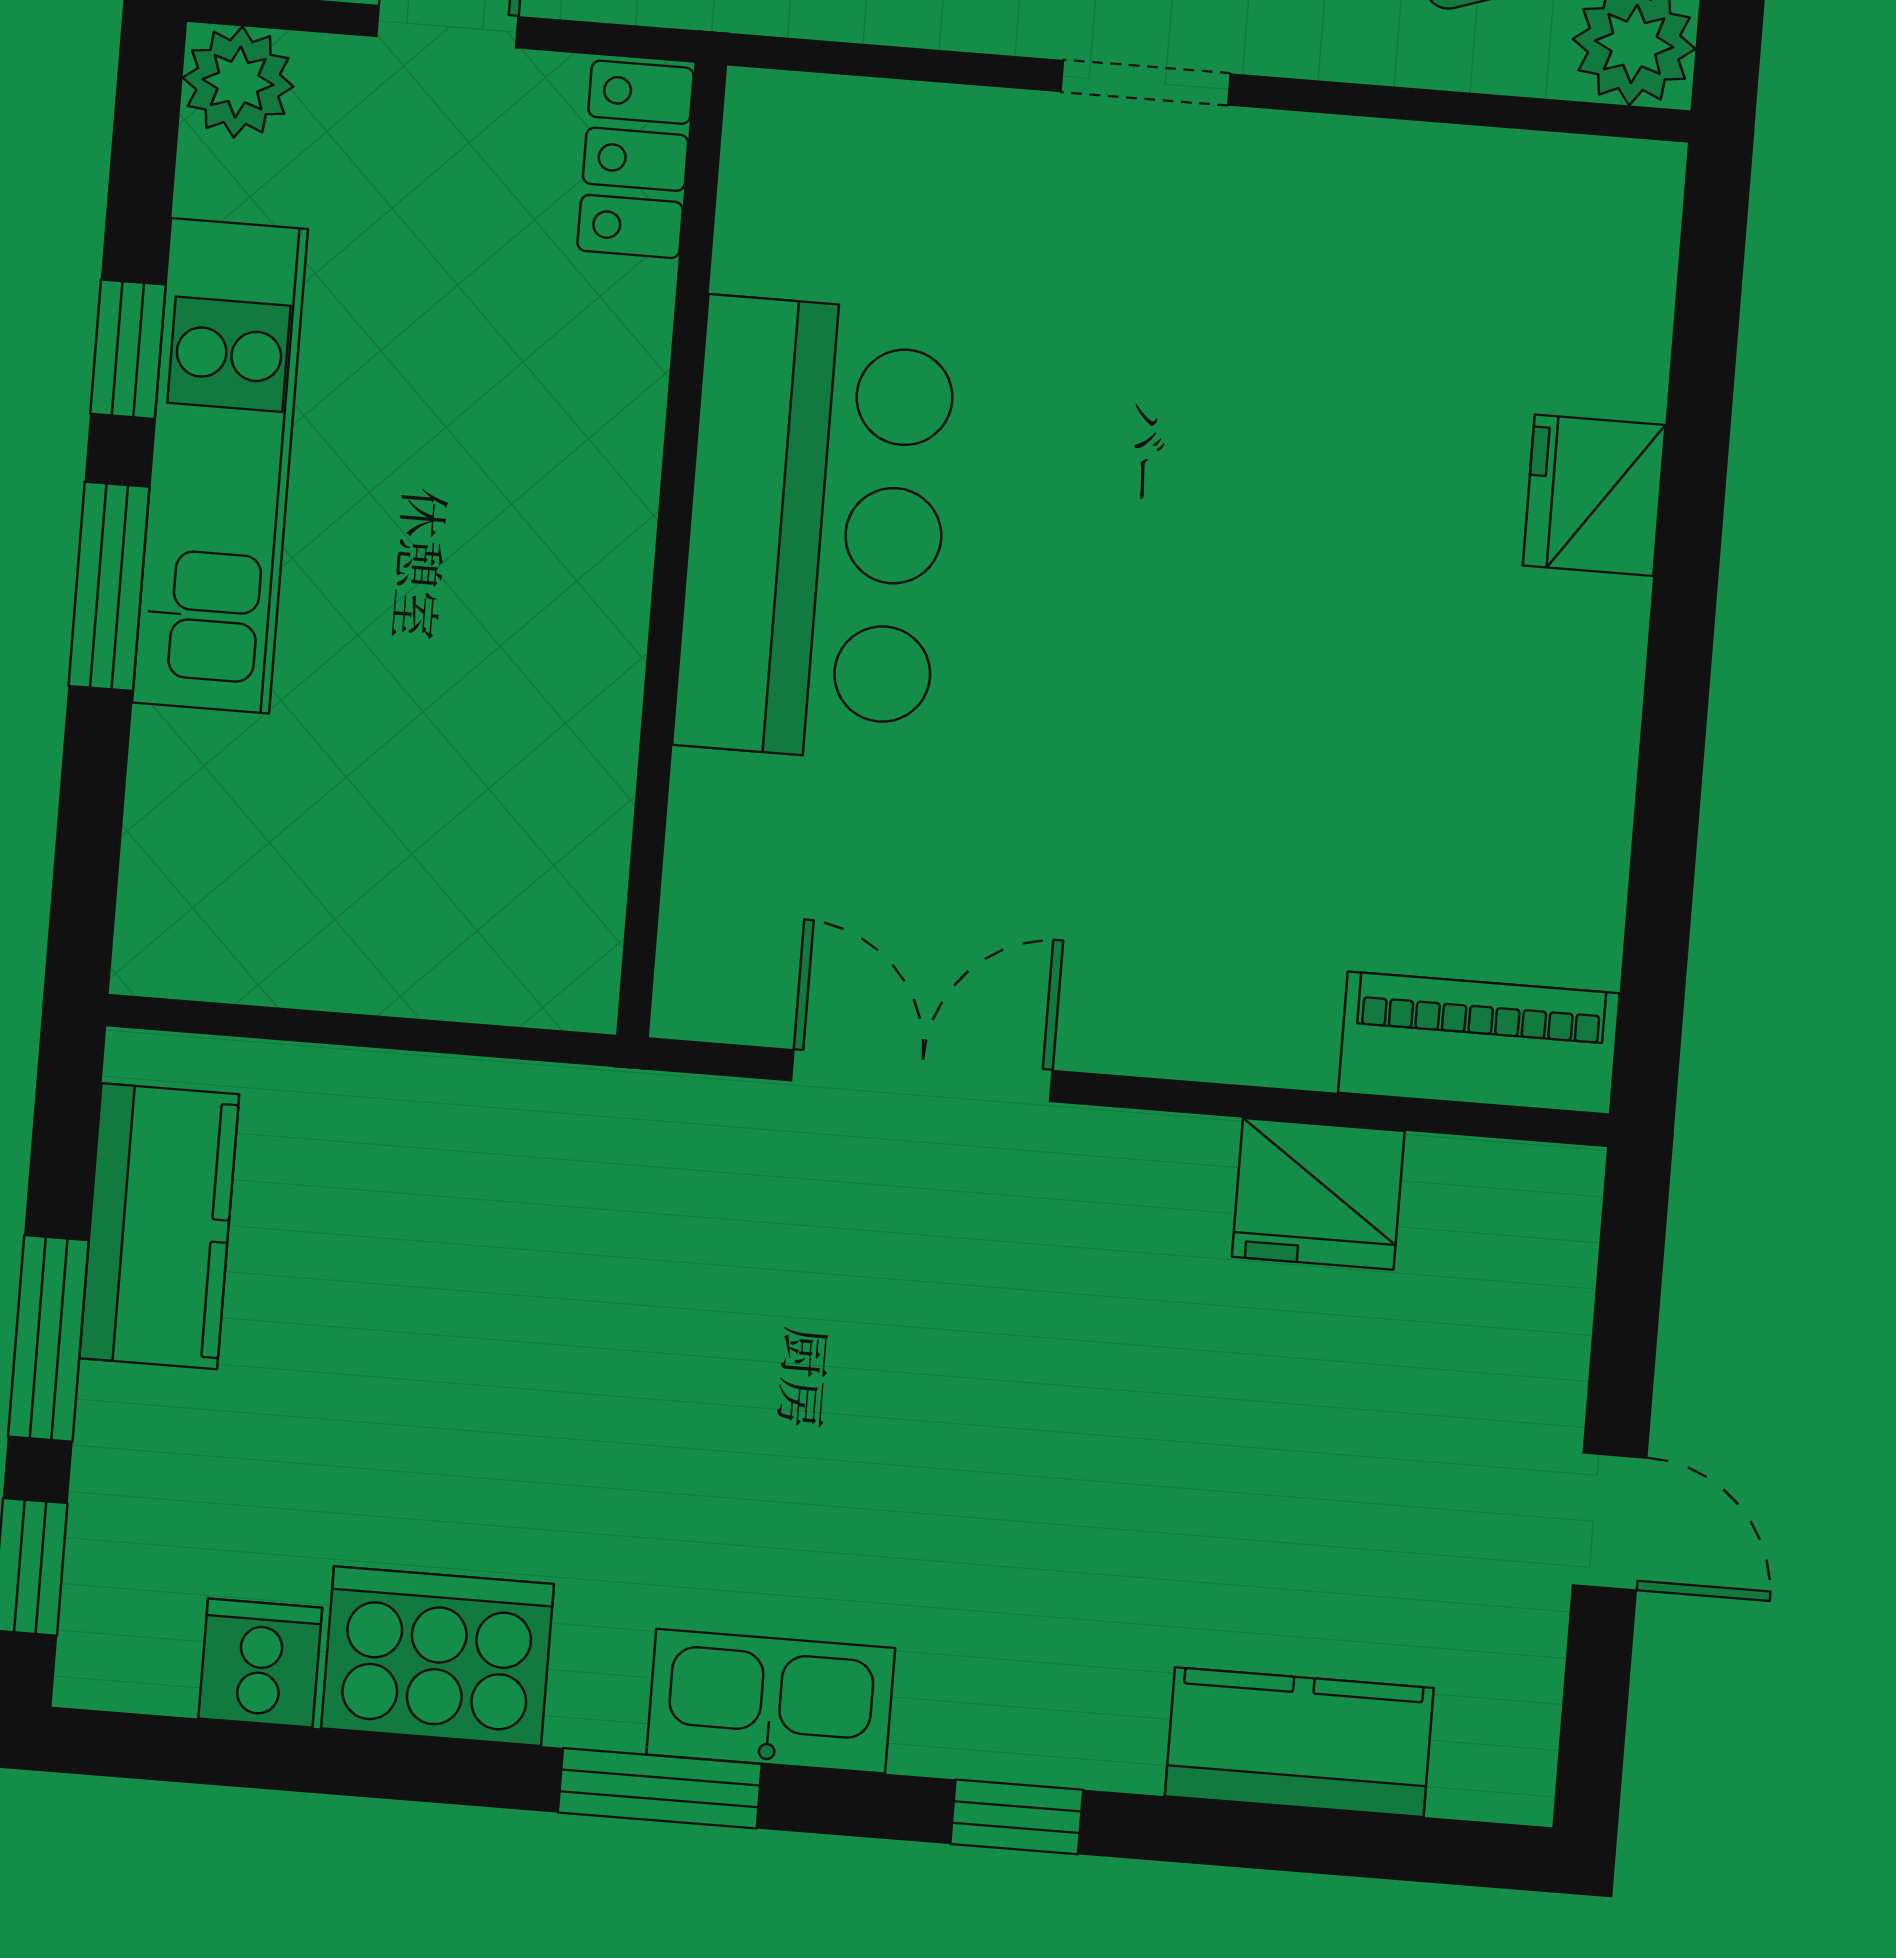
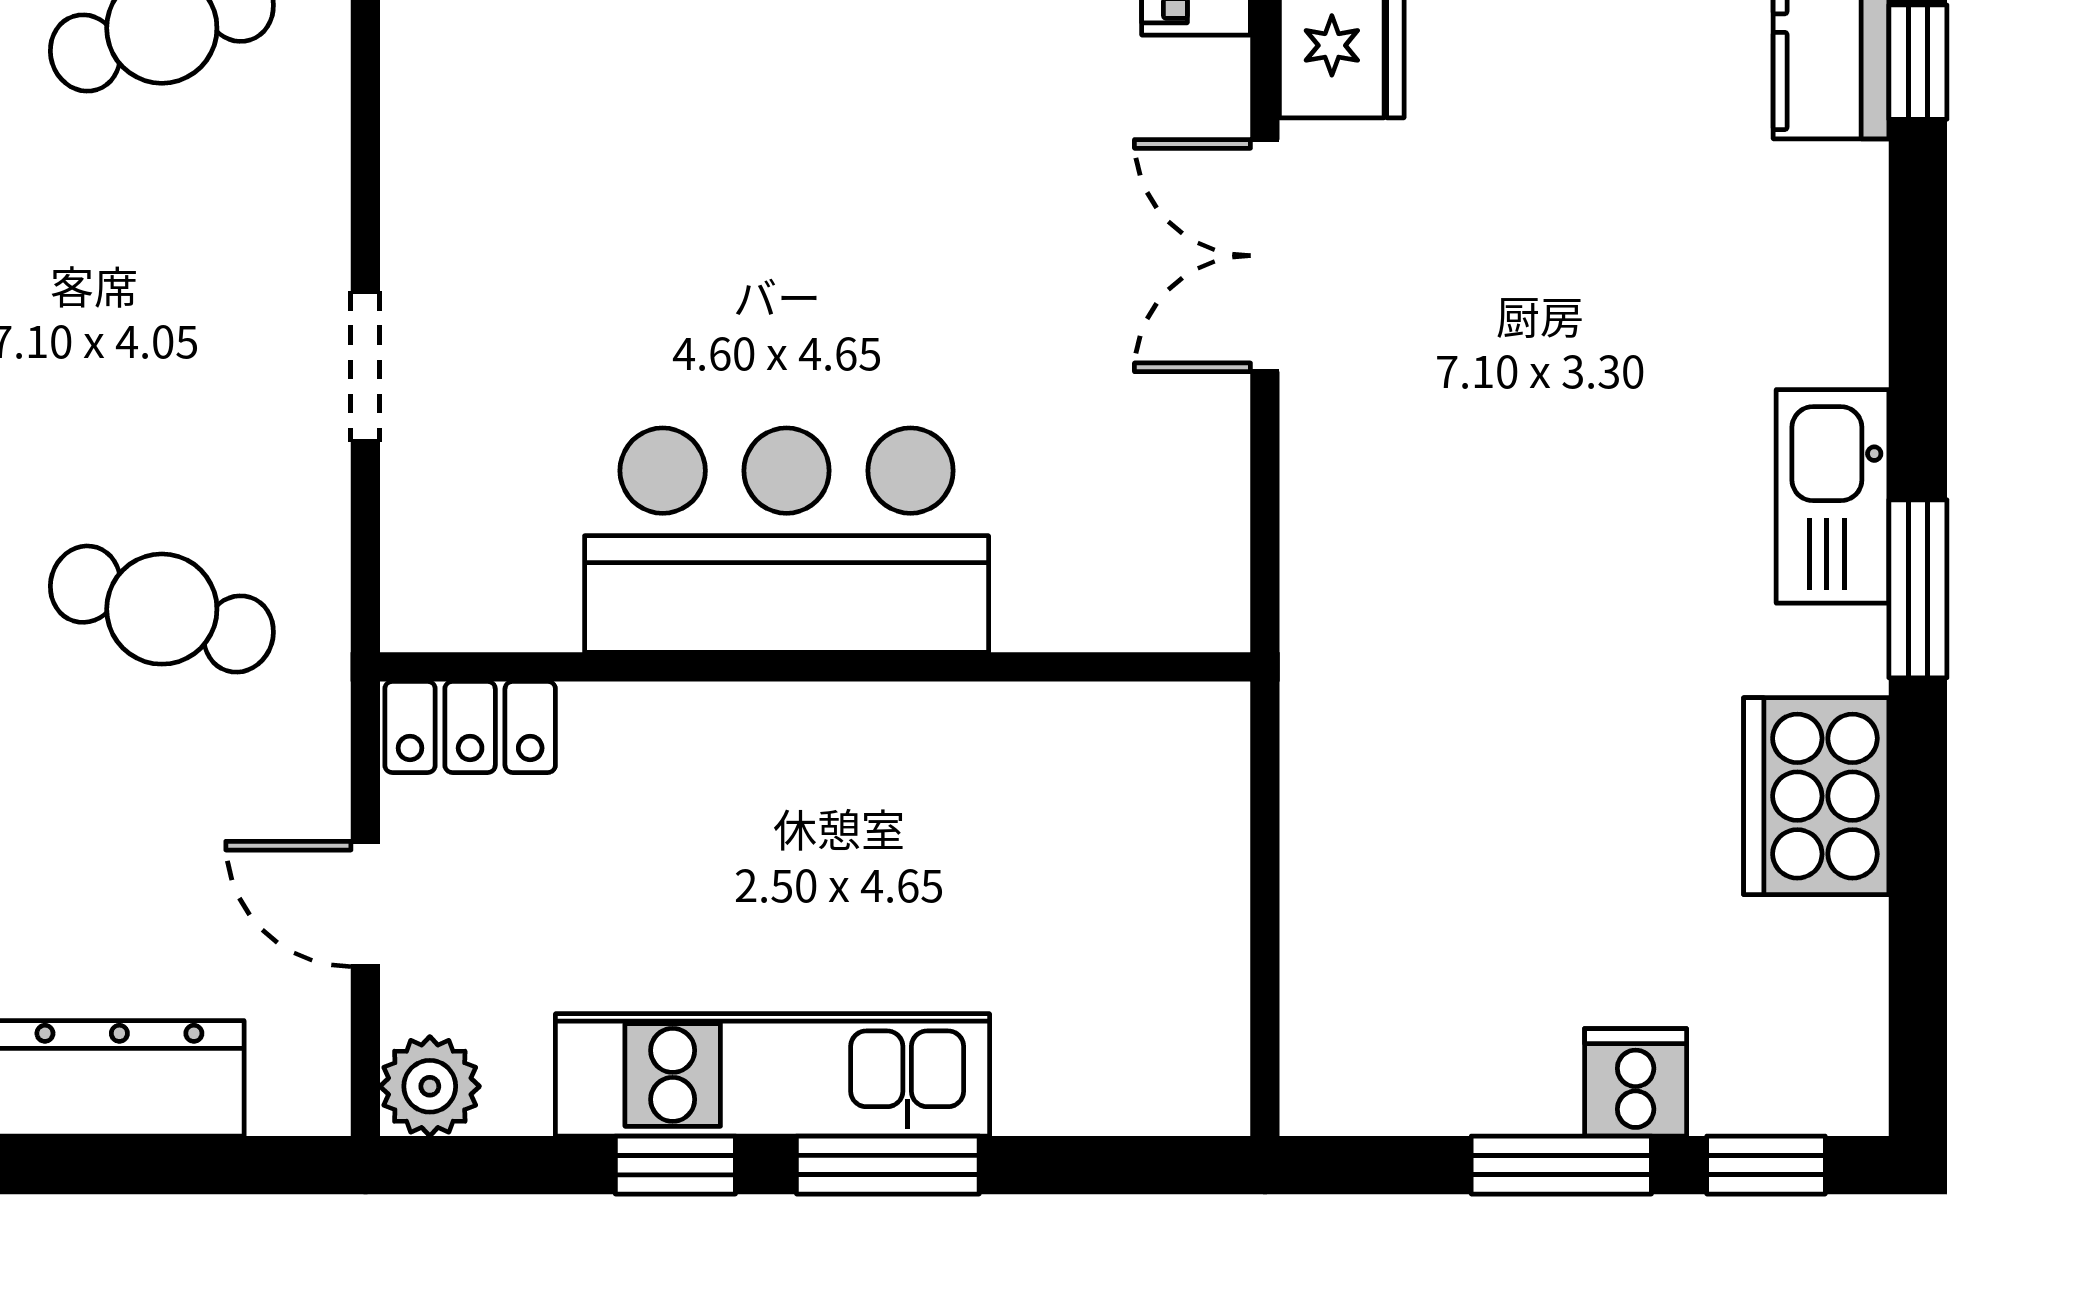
doorway: (1145, 83) -> (365, 367), moved
double door: (922, 1076) -> (1265, 256), moved
kitchen counter: (159, 1226) -> (1454, 1074), removed
cooker: (260, 1663) -> (1636, 1082), moved, turned 90
window: (1017, 1817) -> (1918, 62), moved

